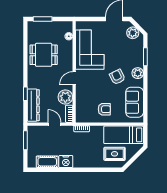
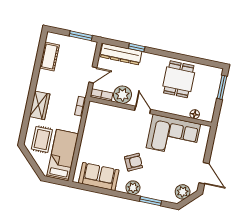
armchair: (104, 109) -> (98, 138), removed
nightstand: (66, 161) -> (45, 79), removed
wardrobe: (88, 161) -> (40, 105), added

